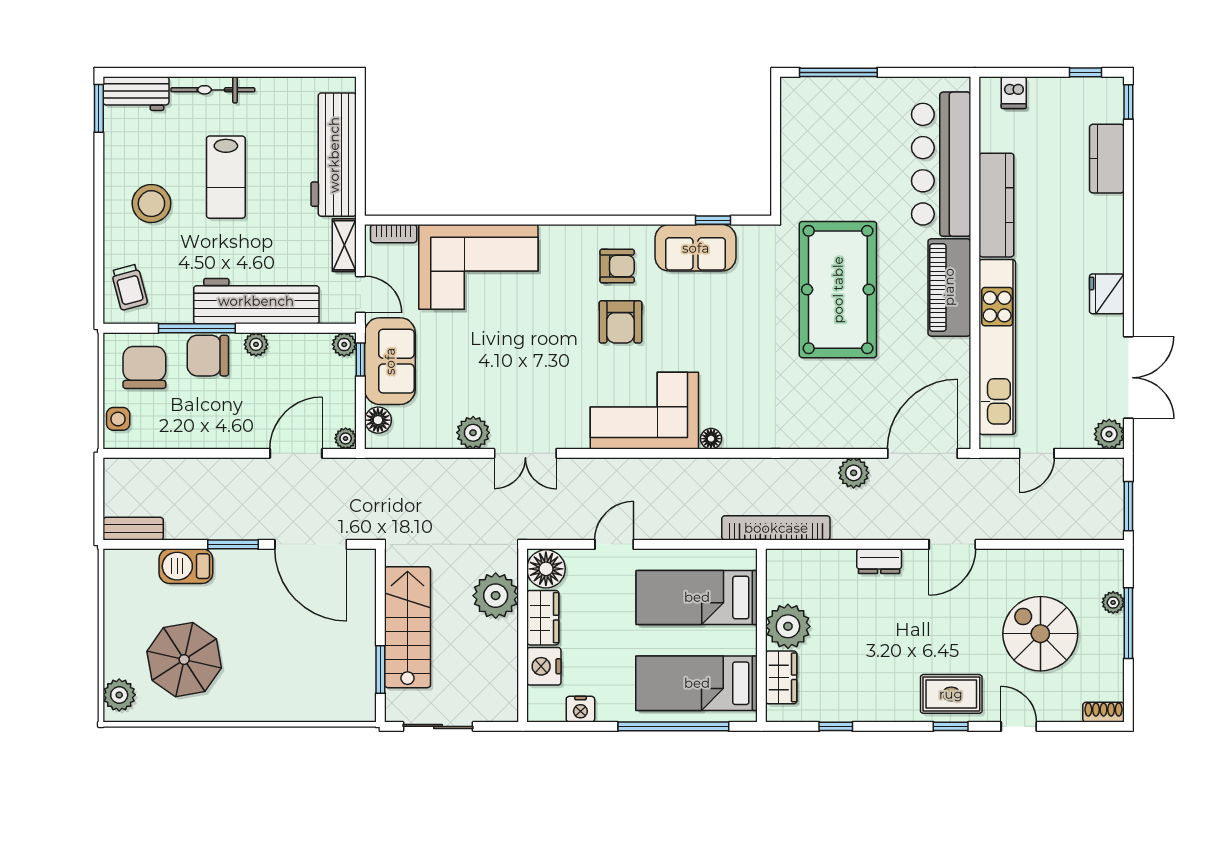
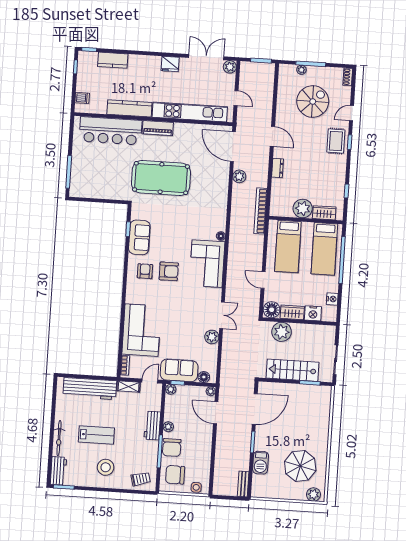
piano: (949, 287) -> (158, 128), width x0.73, depth x0.75
workbench: (256, 301) -> (152, 426), width x0.53, depth x0.76
spiral stairs: (1040, 634) -> (313, 102), turned 180

